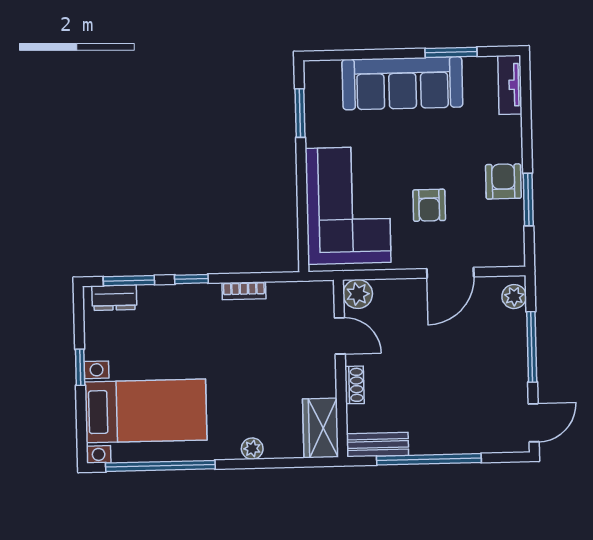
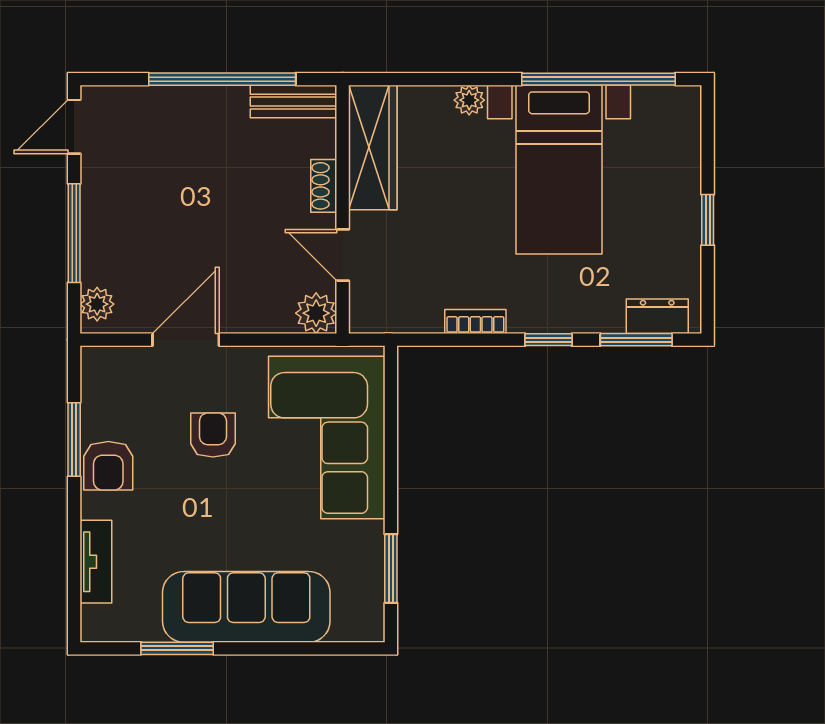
tv unit: (510, 85) -> (96, 562), moved
bed with nightstands: (146, 411) -> (559, 170), moved, turned -90
wardrobe: (321, 428) -> (373, 147), width x1.50

